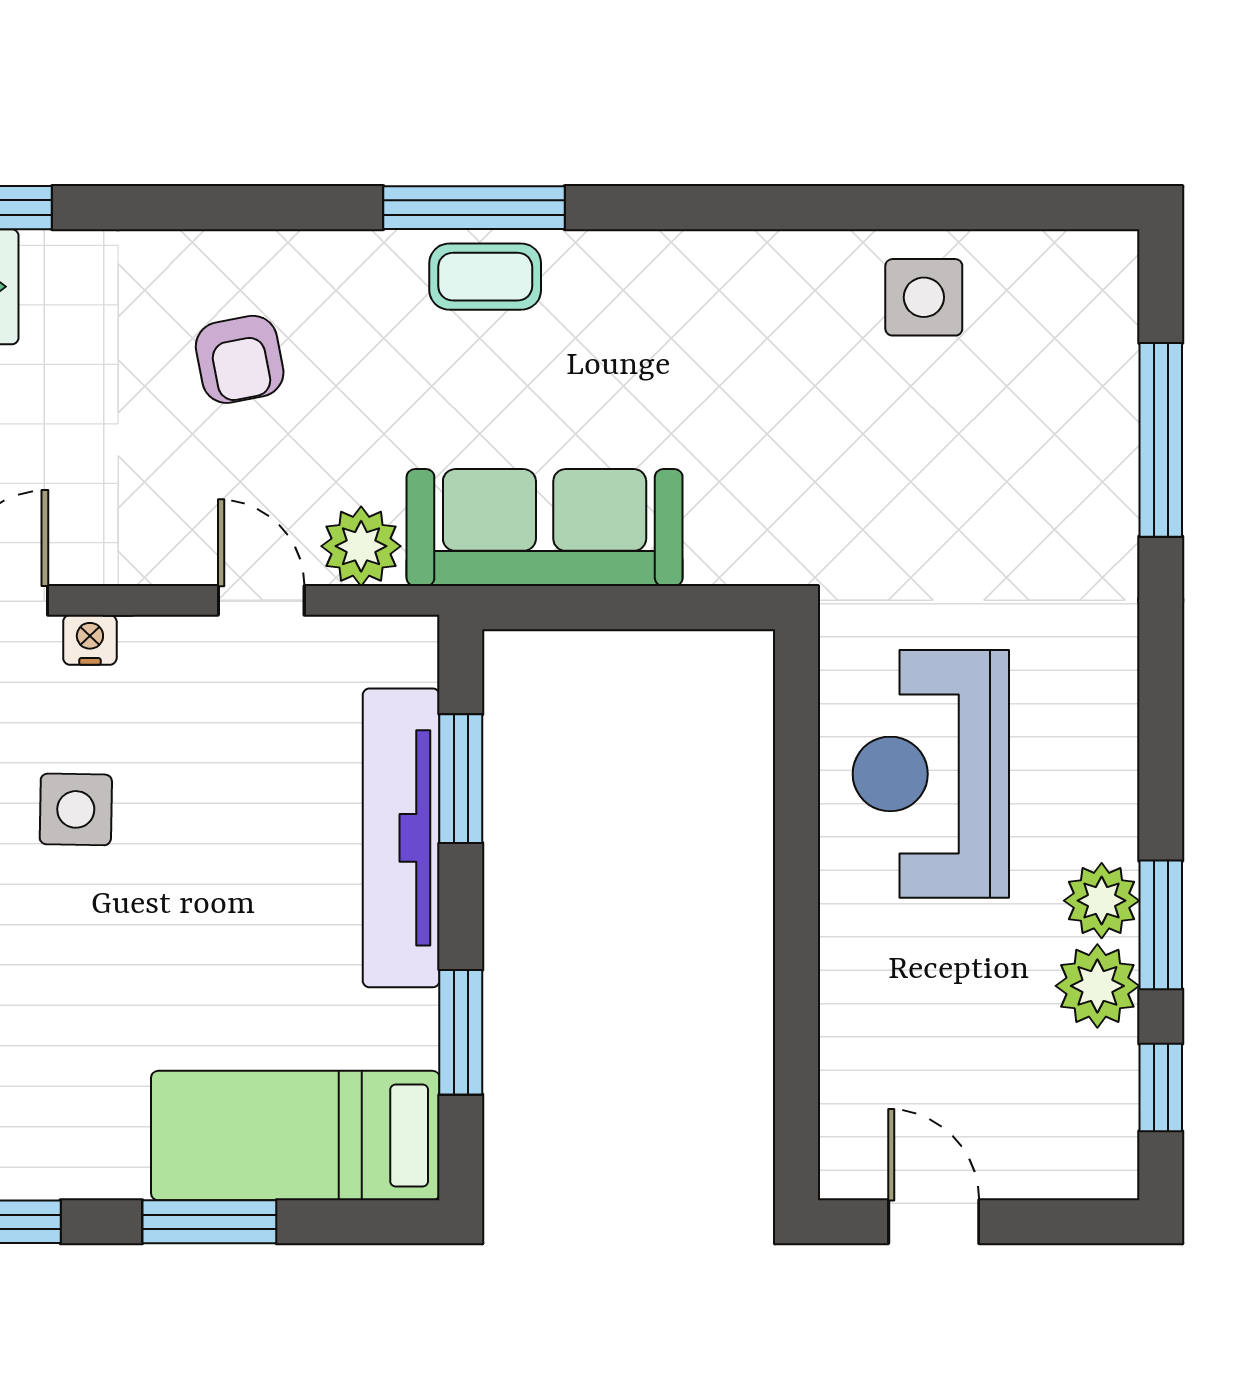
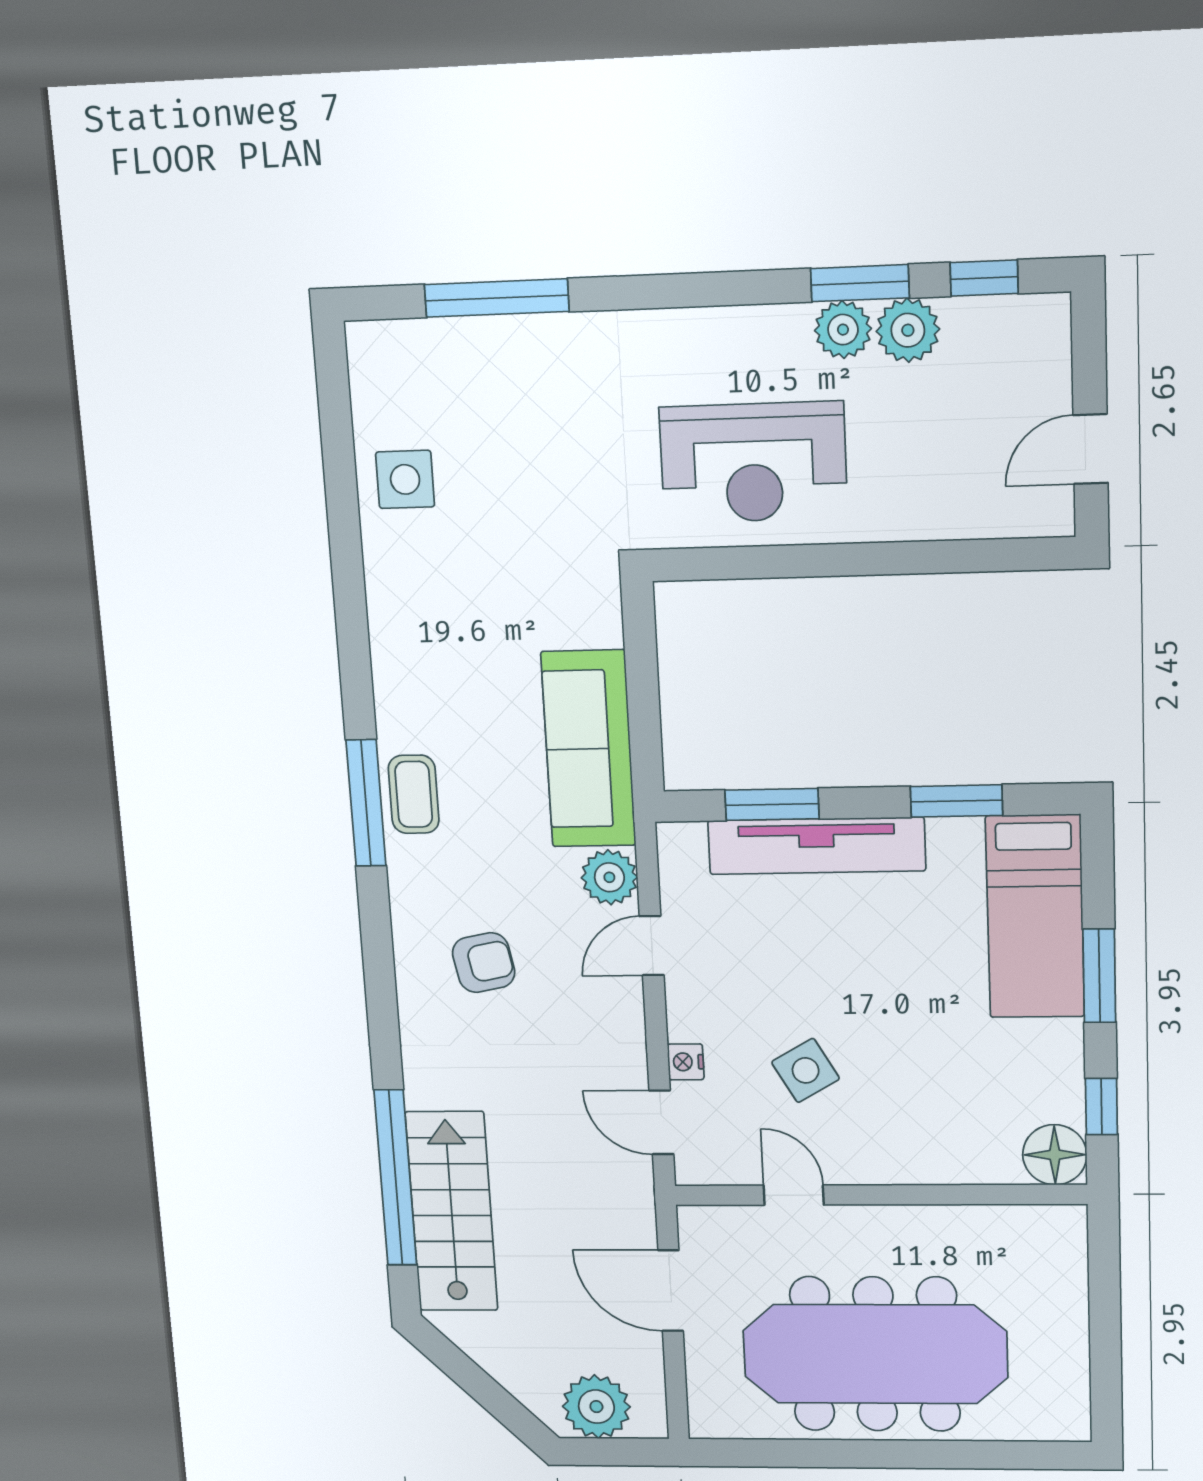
side table: (76, 809) -> (806, 1070), turned -31

